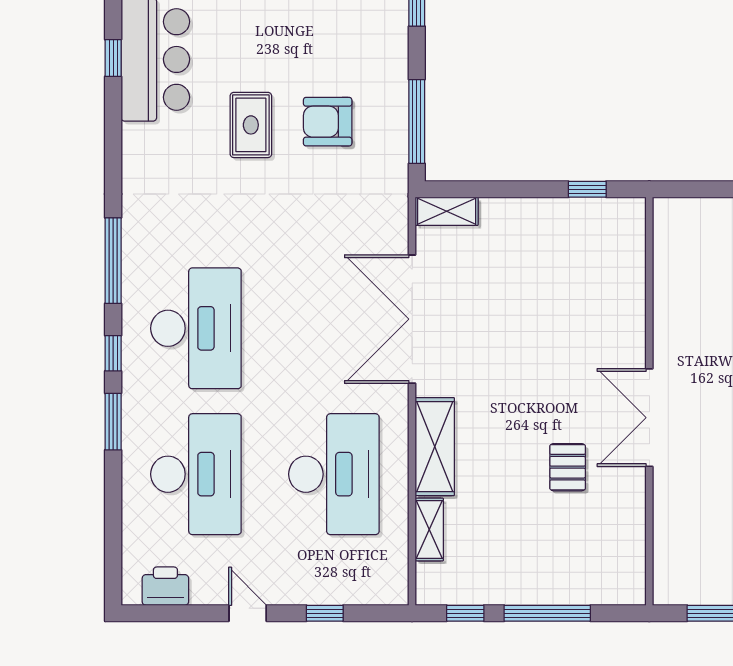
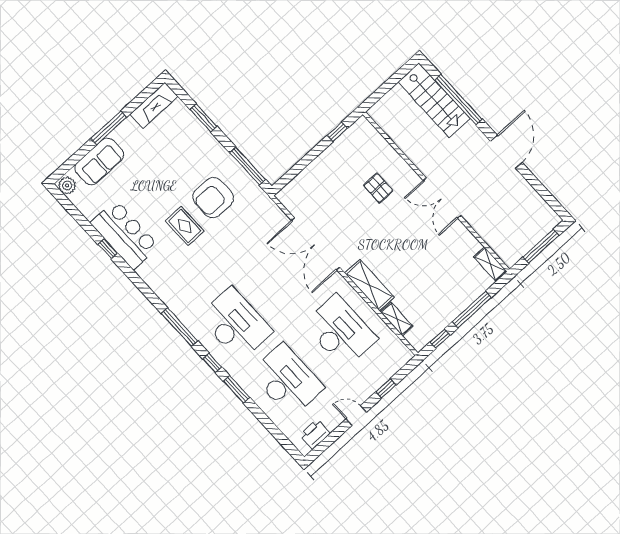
armchair: (328, 122) -> (213, 198), width x1.36, depth x1.36
shelving: (447, 211) -> (490, 264), moved, turned 90
pallet: (568, 467) -> (378, 188), moved

